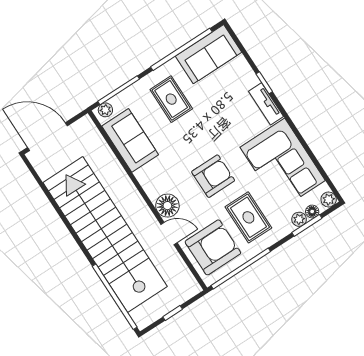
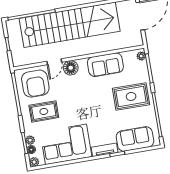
sofa: (208, 54) -> (135, 139), moved, turned 90
rug: (171, 99) -> (131, 96), width x1.36, depth x1.43
sofa: (130, 140) -> (105, 65), moved
armchair: (213, 176) -> (76, 101), removed

